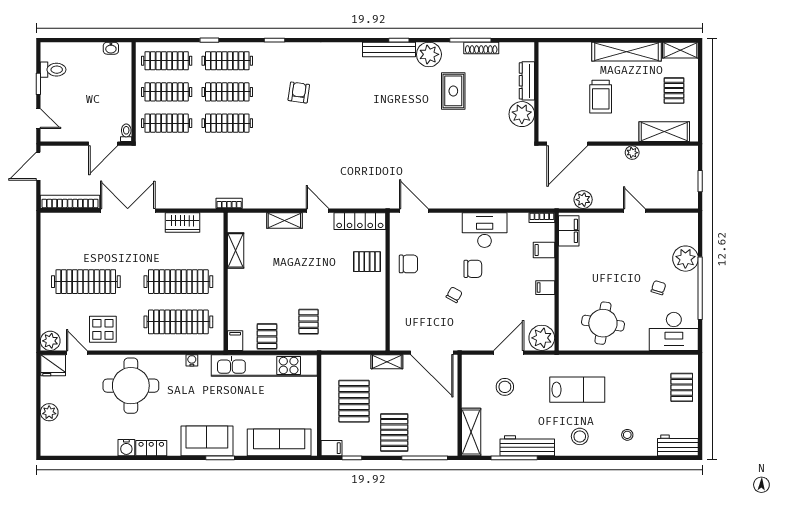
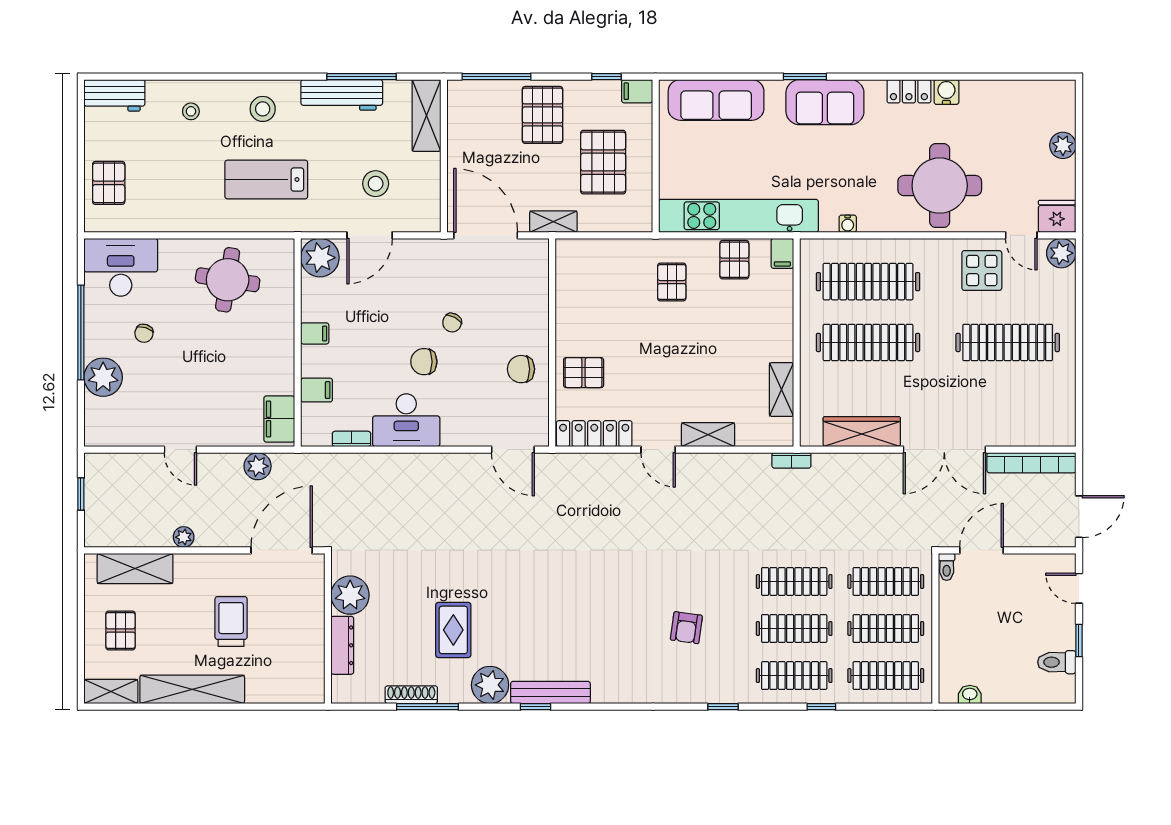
bookcase: (542, 218) -> (351, 439), moved
wardrobe: (182, 222) -> (862, 432), width x1.50

